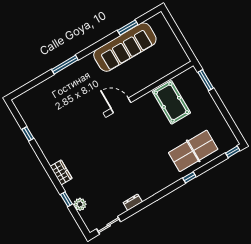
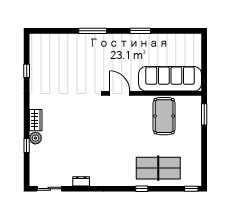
window: (128, 28) -> (140, 31), moved
sofa: (125, 47) -> (170, 79), moved, turned 180
plant: (80, 204) -> (35, 138), moved

